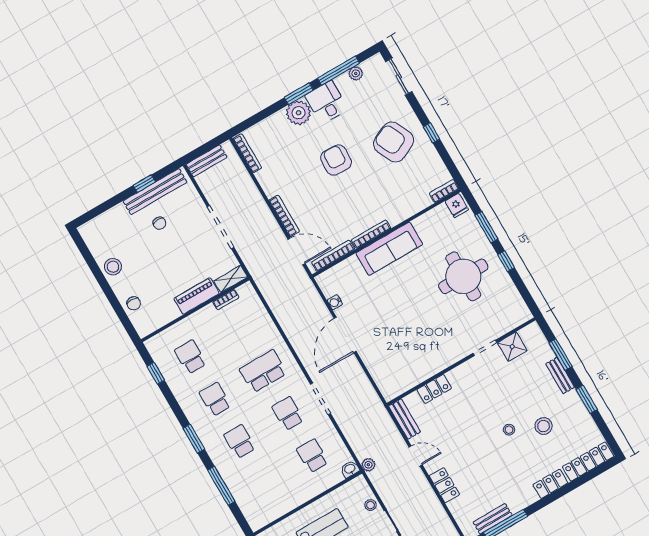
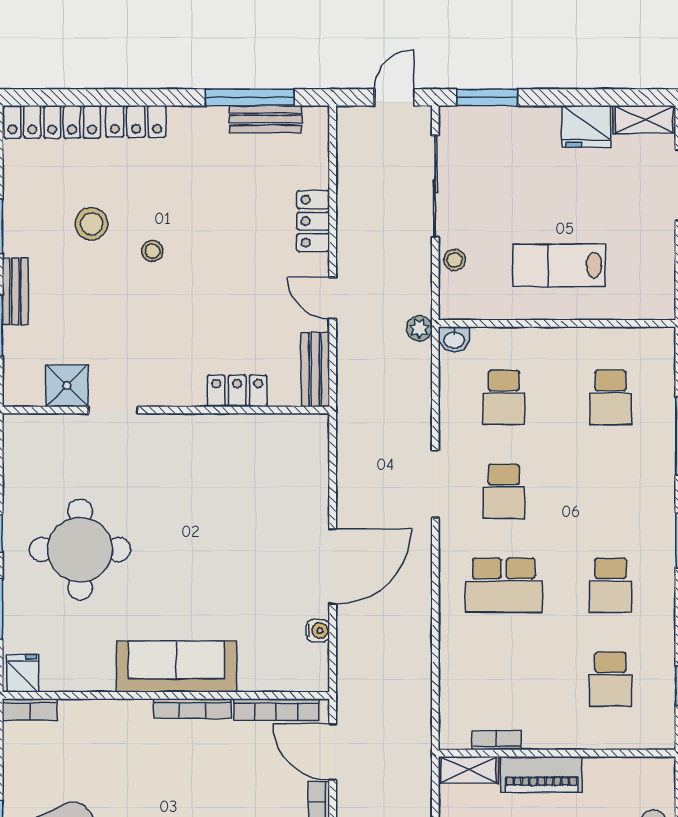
school desk: (240, 442) -> (610, 397), moved

